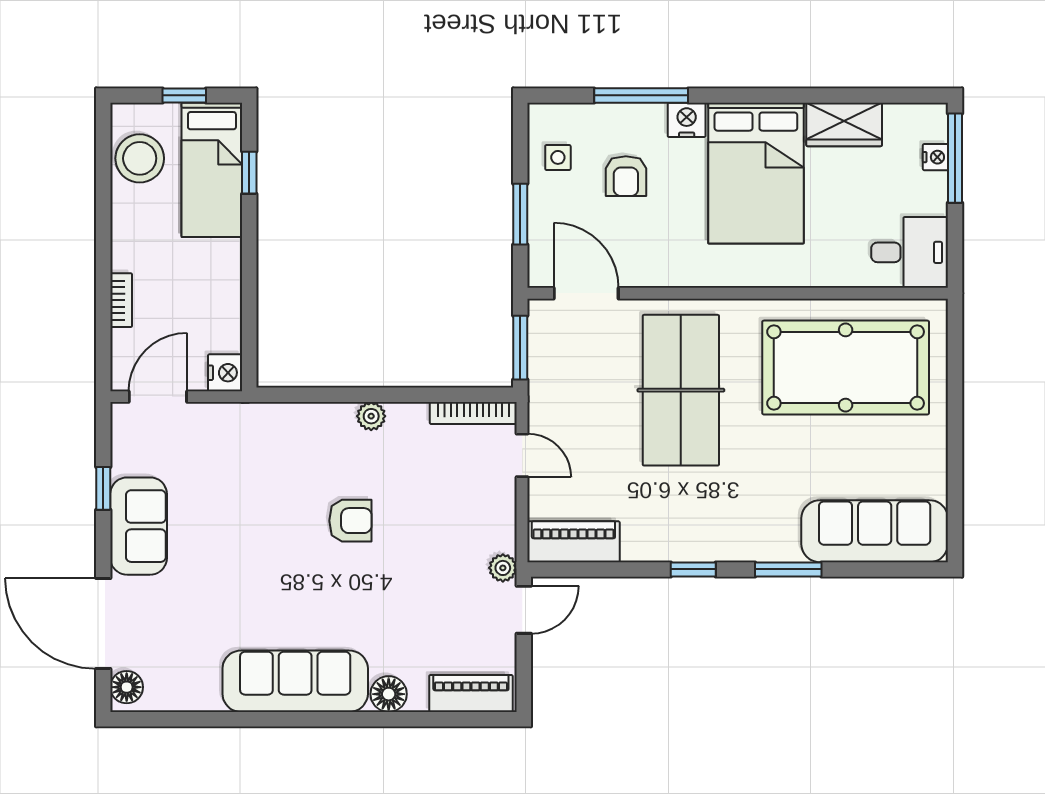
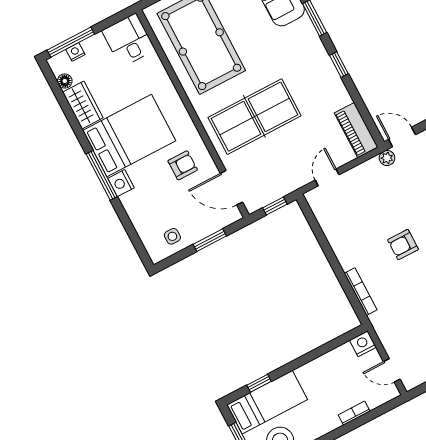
window: (641, 95) -> (102, 175), moved
floor lamp: (898, 116) -> (65, 81), added
armchair: (626, 176) -> (183, 165), moved
door: (586, 293) -> (231, 188), hinge flipped
window: (520, 348) -> (275, 206), width x0.67
door: (158, 397) -> (392, 370), width x0.73
bookcase: (473, 413) -> (361, 292), moved
plant: (371, 416) -> (347, 261), removed
armchair: (350, 521) -> (403, 245), turned -90

